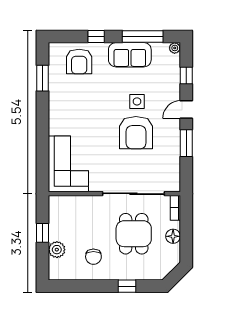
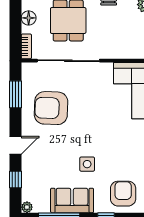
side table: (137, 101) -> (87, 164), moved
armchair: (136, 133) -> (51, 108), moved, turned -88
window: (186, 143) -> (15, 94), moved

